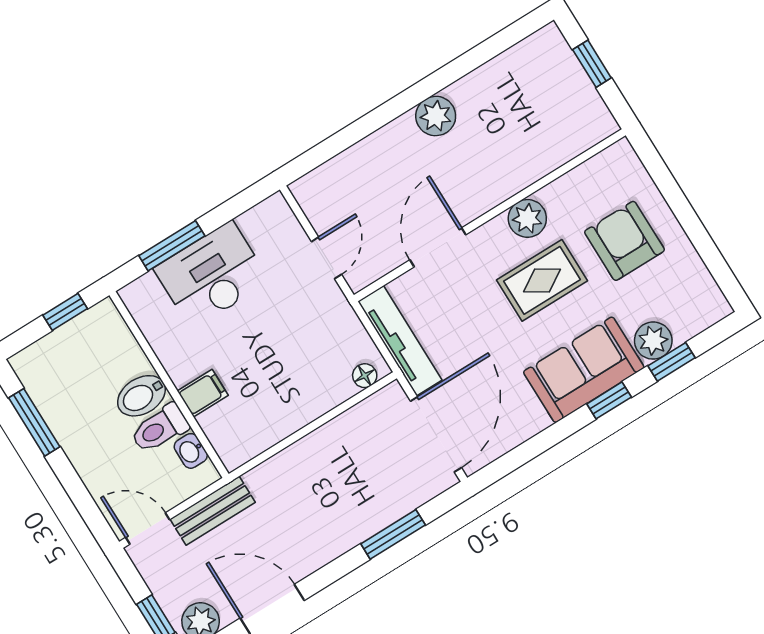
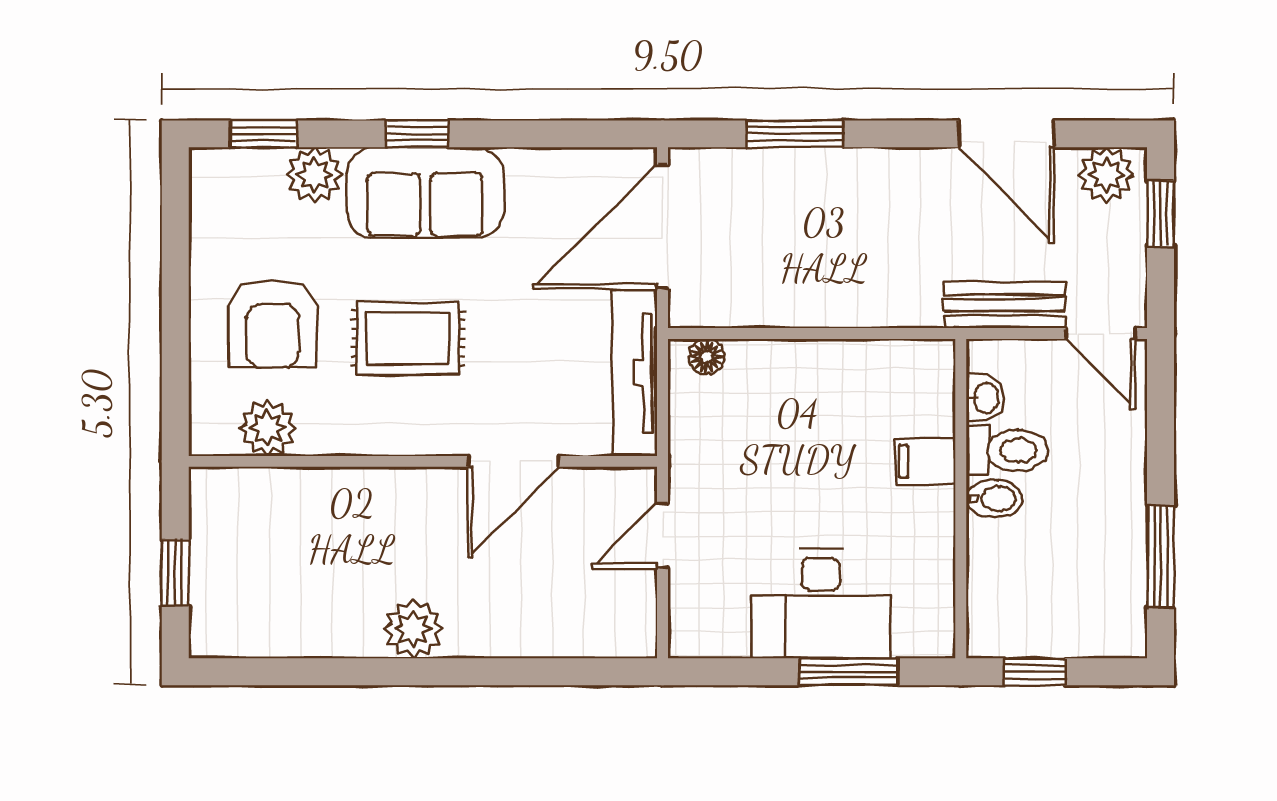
plant: (527, 218) -> (268, 428), moved
window: (671, 362) -> (263, 134), moved
bidet: (141, 396) -> (994, 499), width x0.72, depth x0.74

